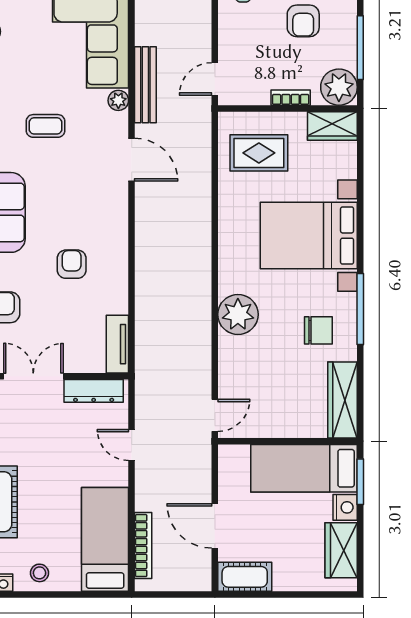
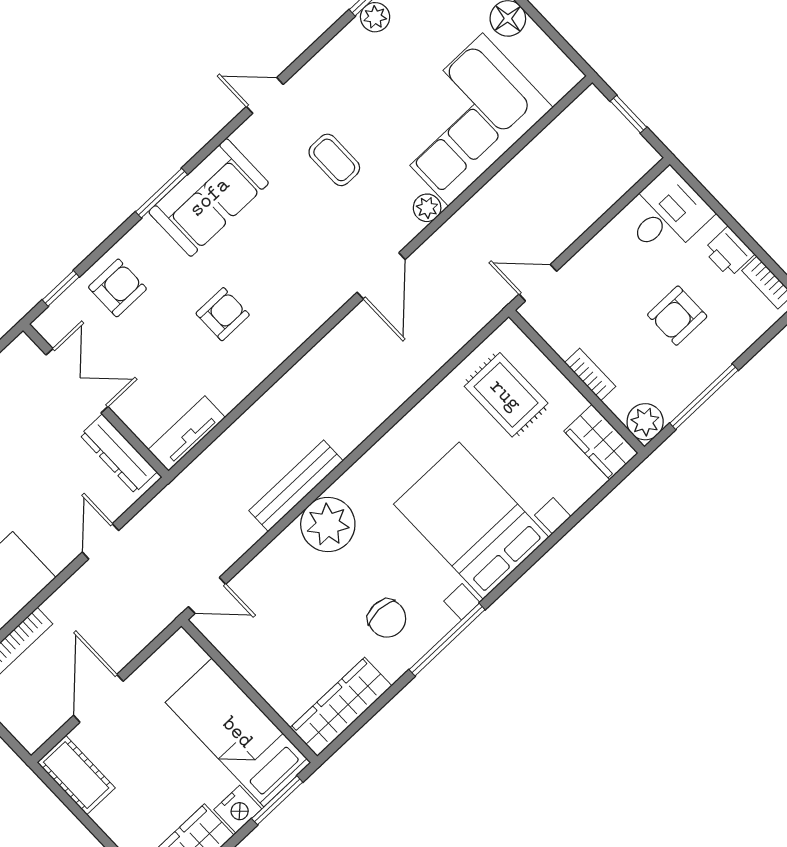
bench: (145, 85) -> (296, 486), moved
plant: (339, 87) -> (645, 422), width x0.73, depth x0.73

